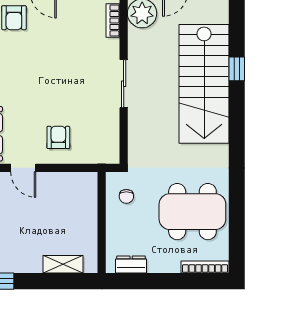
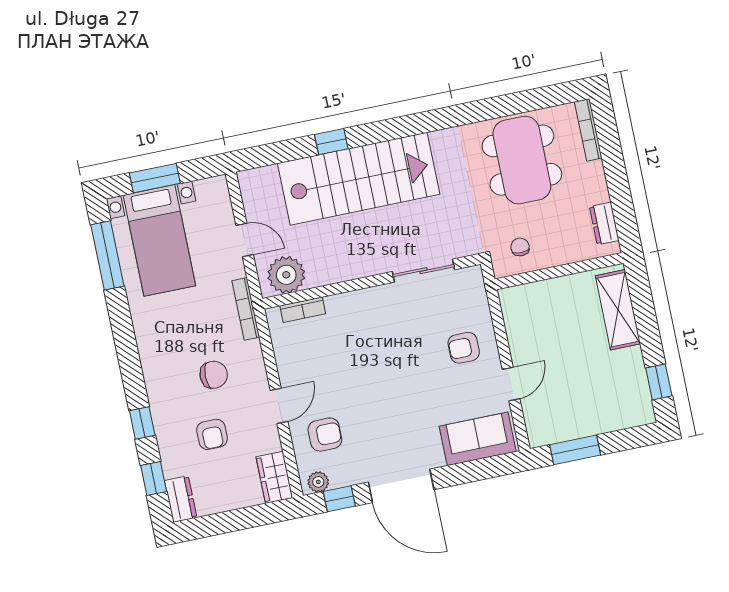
sliding door: (124, 84) -> (424, 271), moved
chair: (126, 196) -> (520, 247), turned -90
shelving: (63, 264) -> (618, 310), width x1.50, depth x1.33

